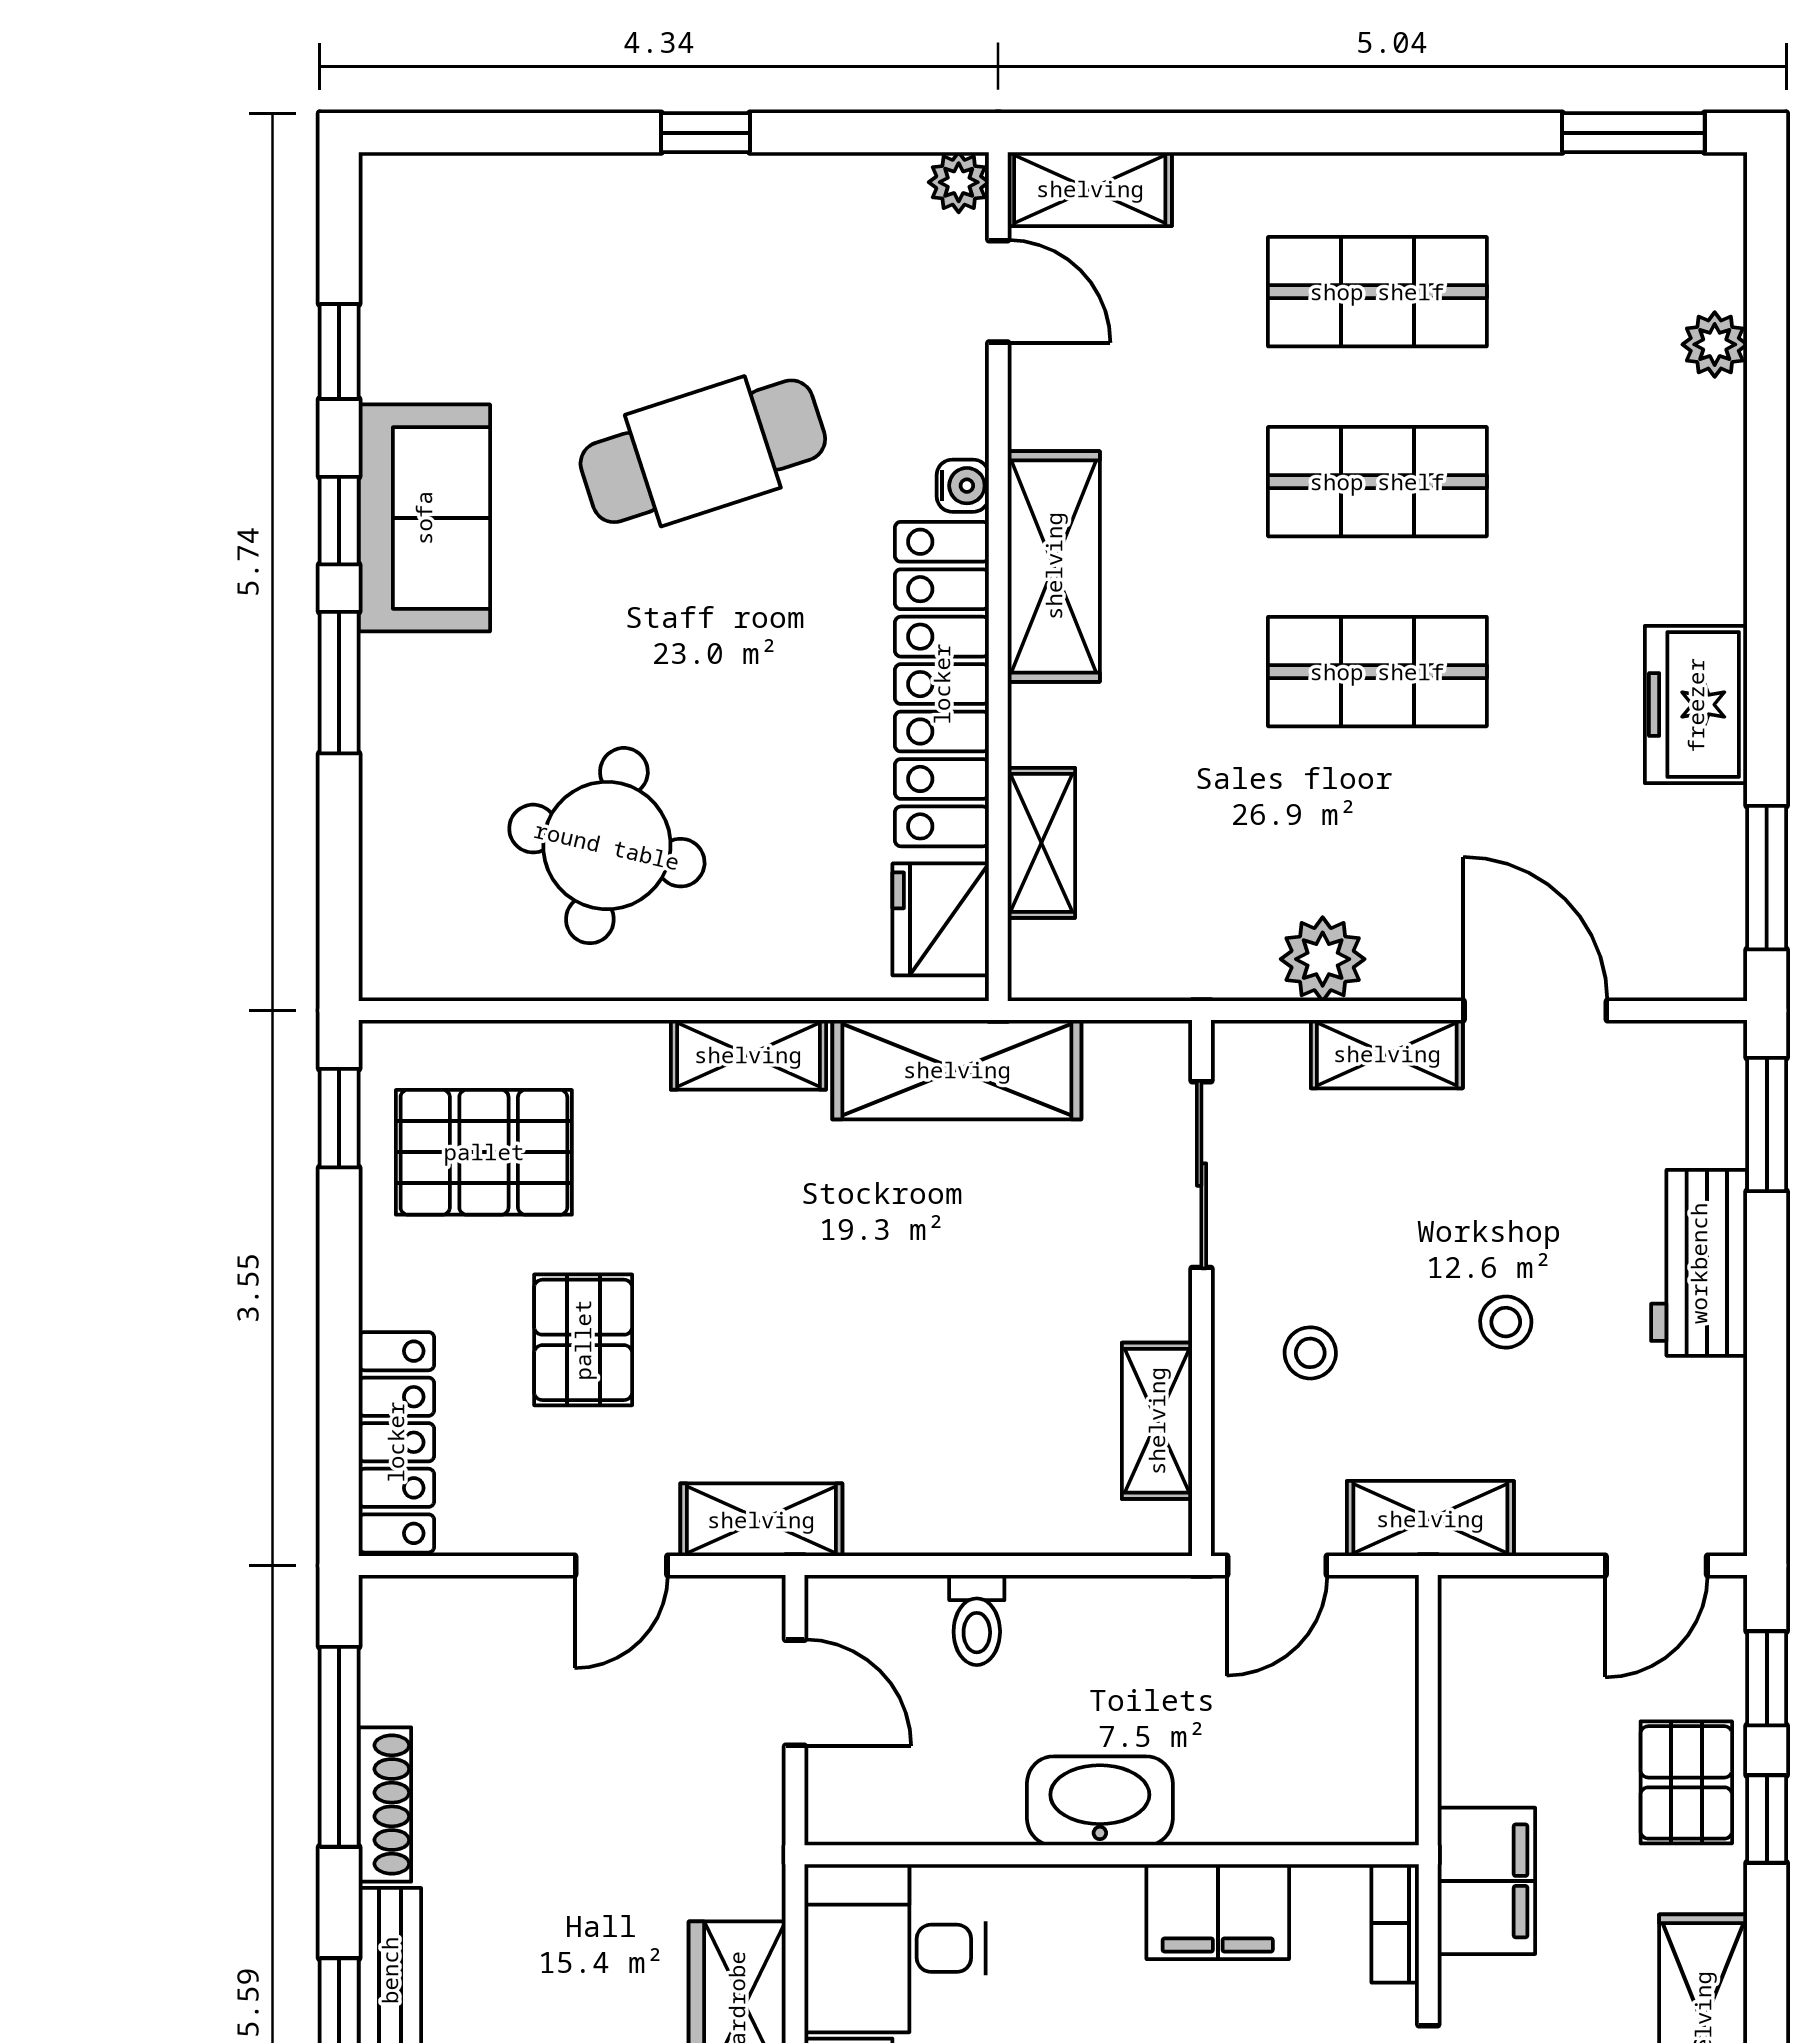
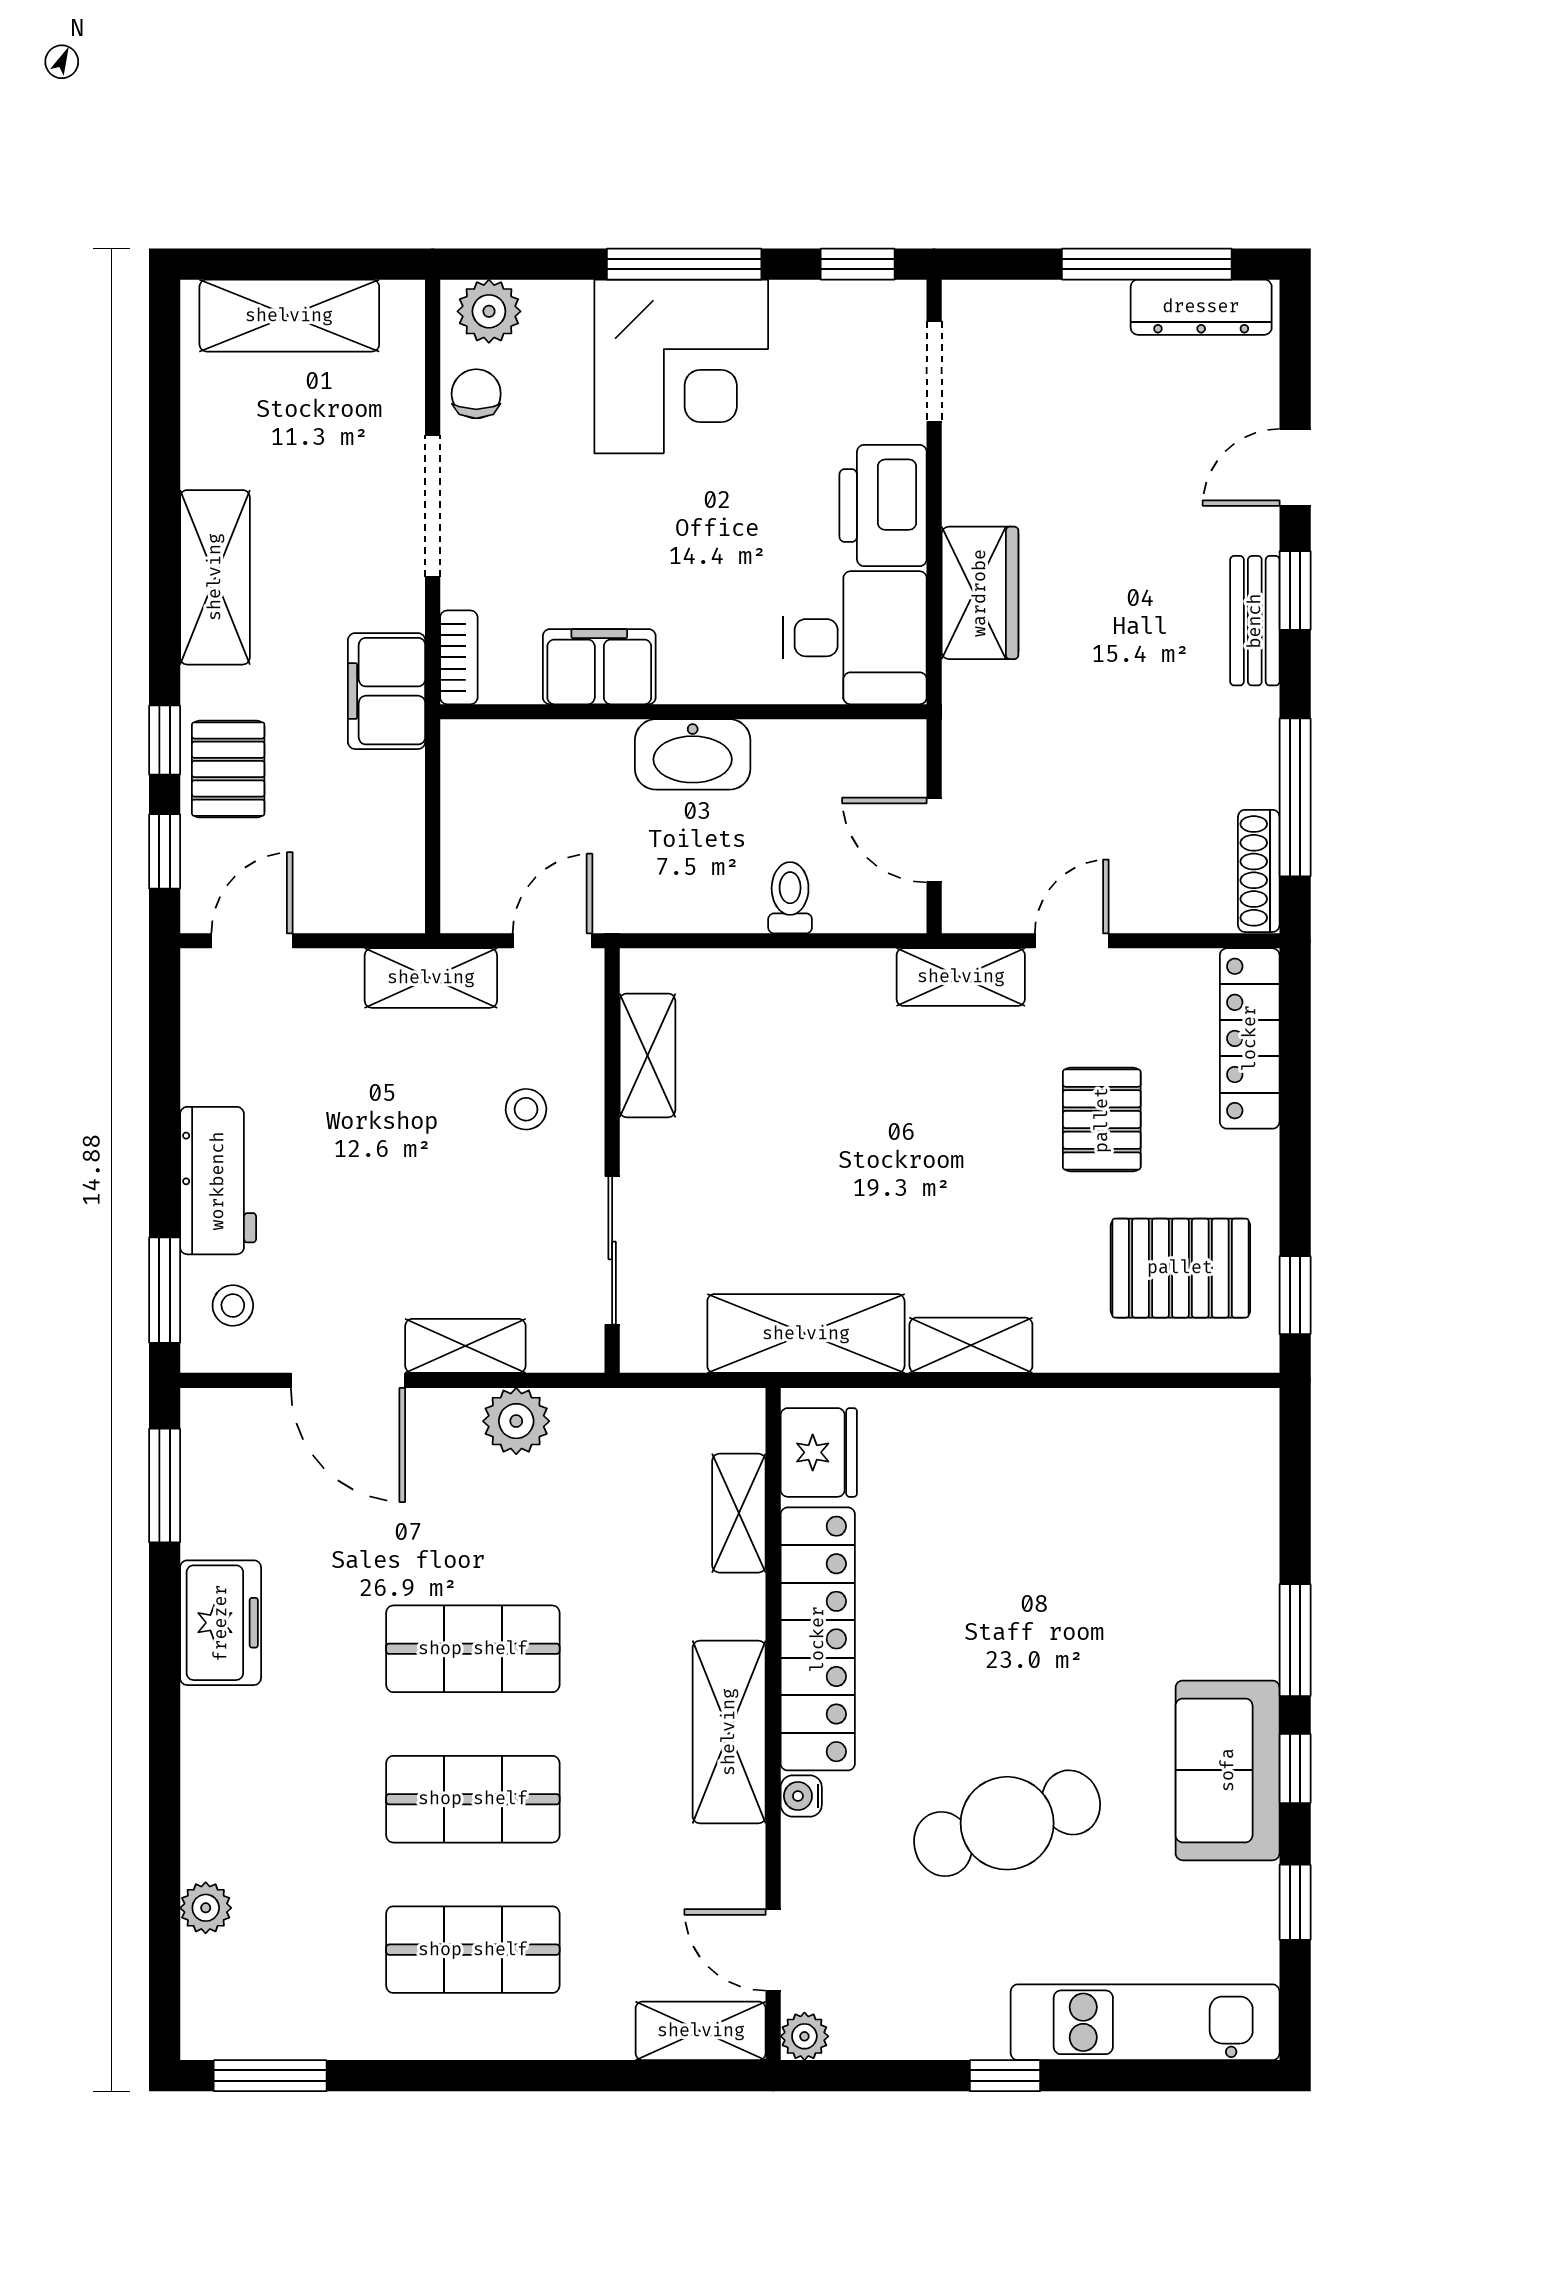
kitchen unit: (528, 200) -> (1145, 2022), added
round table: (607, 846) -> (1083, 1511), removed
stool: (1506, 1322) -> (233, 1306), moved
shoe rack: (385, 1805) -> (1259, 871), moved

